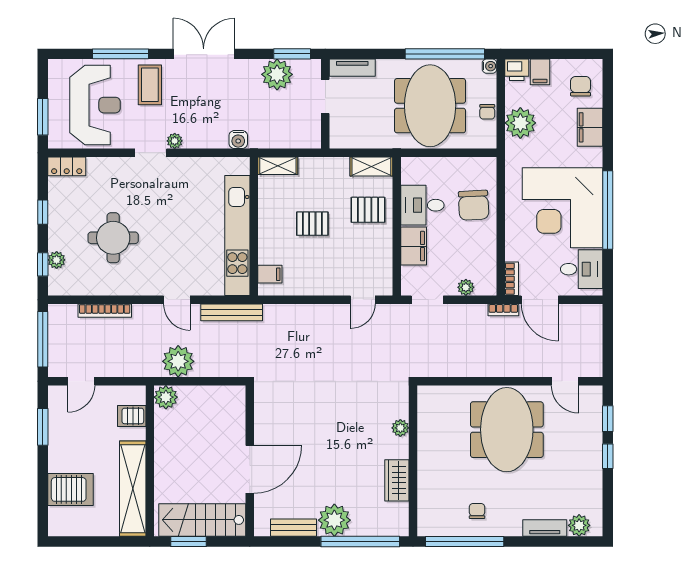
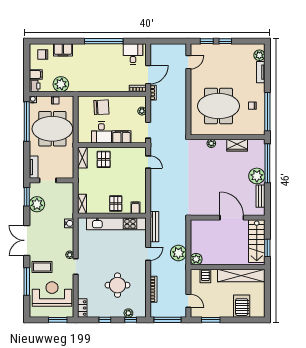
corner desk: (563, 208) -> (103, 63), removed
pallet: (312, 224) -> (116, 204), moved
meeting table: (507, 430) -> (219, 106), moved

